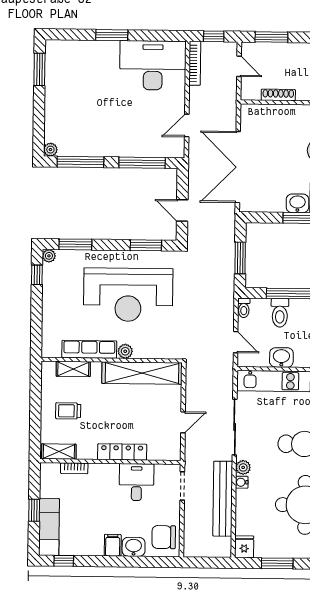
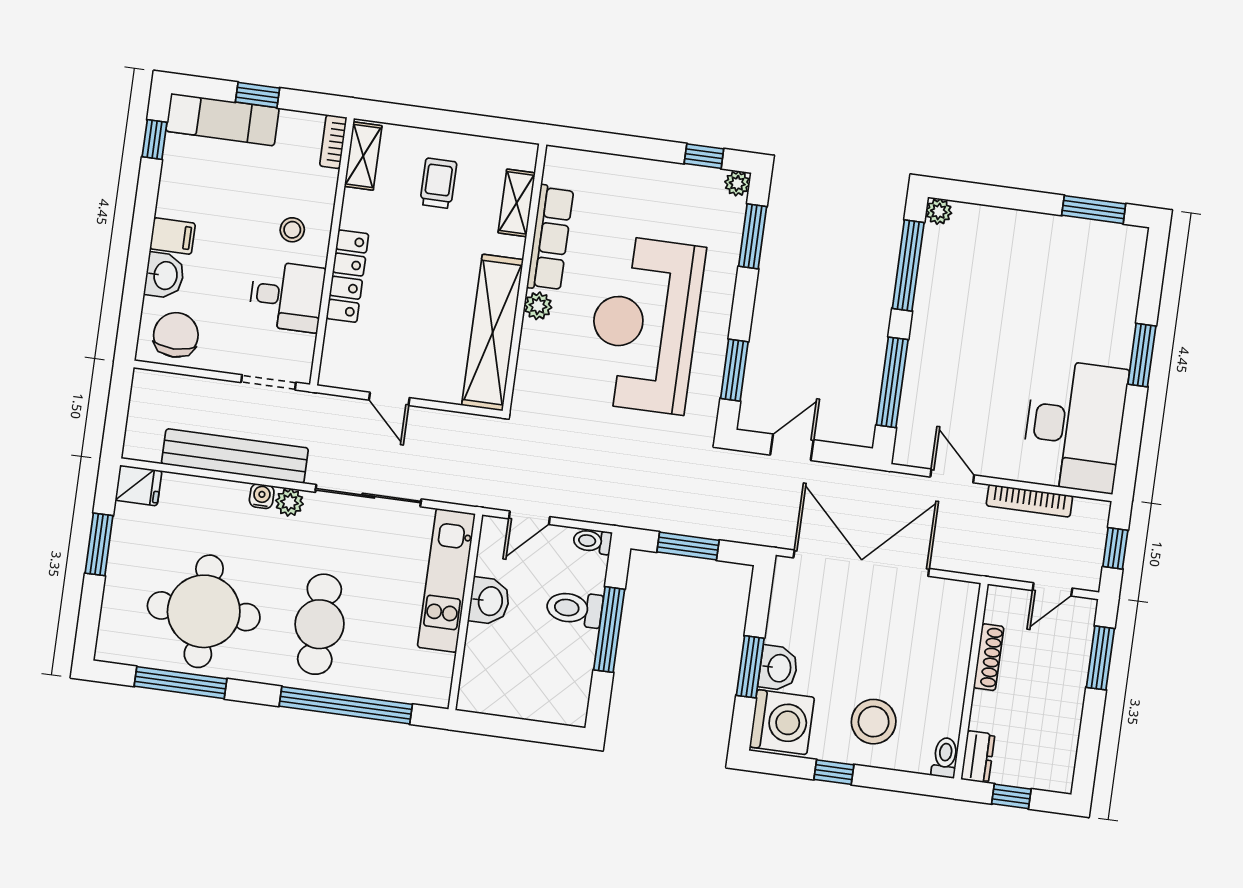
bookcase: (195, 63) -> (1029, 501), moved
bookcase: (74, 468) -> (333, 142), moved
stool: (102, 484) -> (292, 230), added

